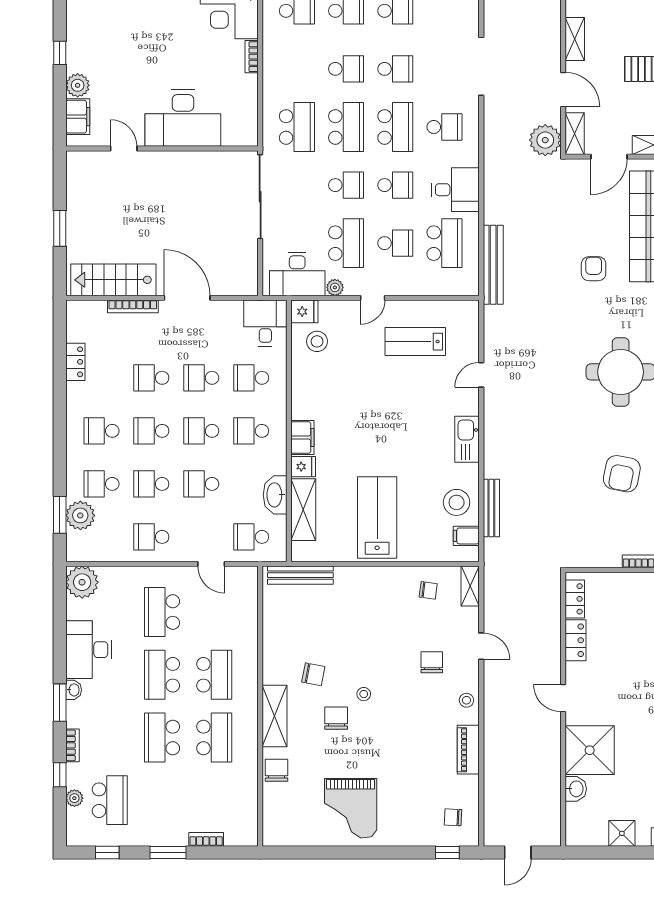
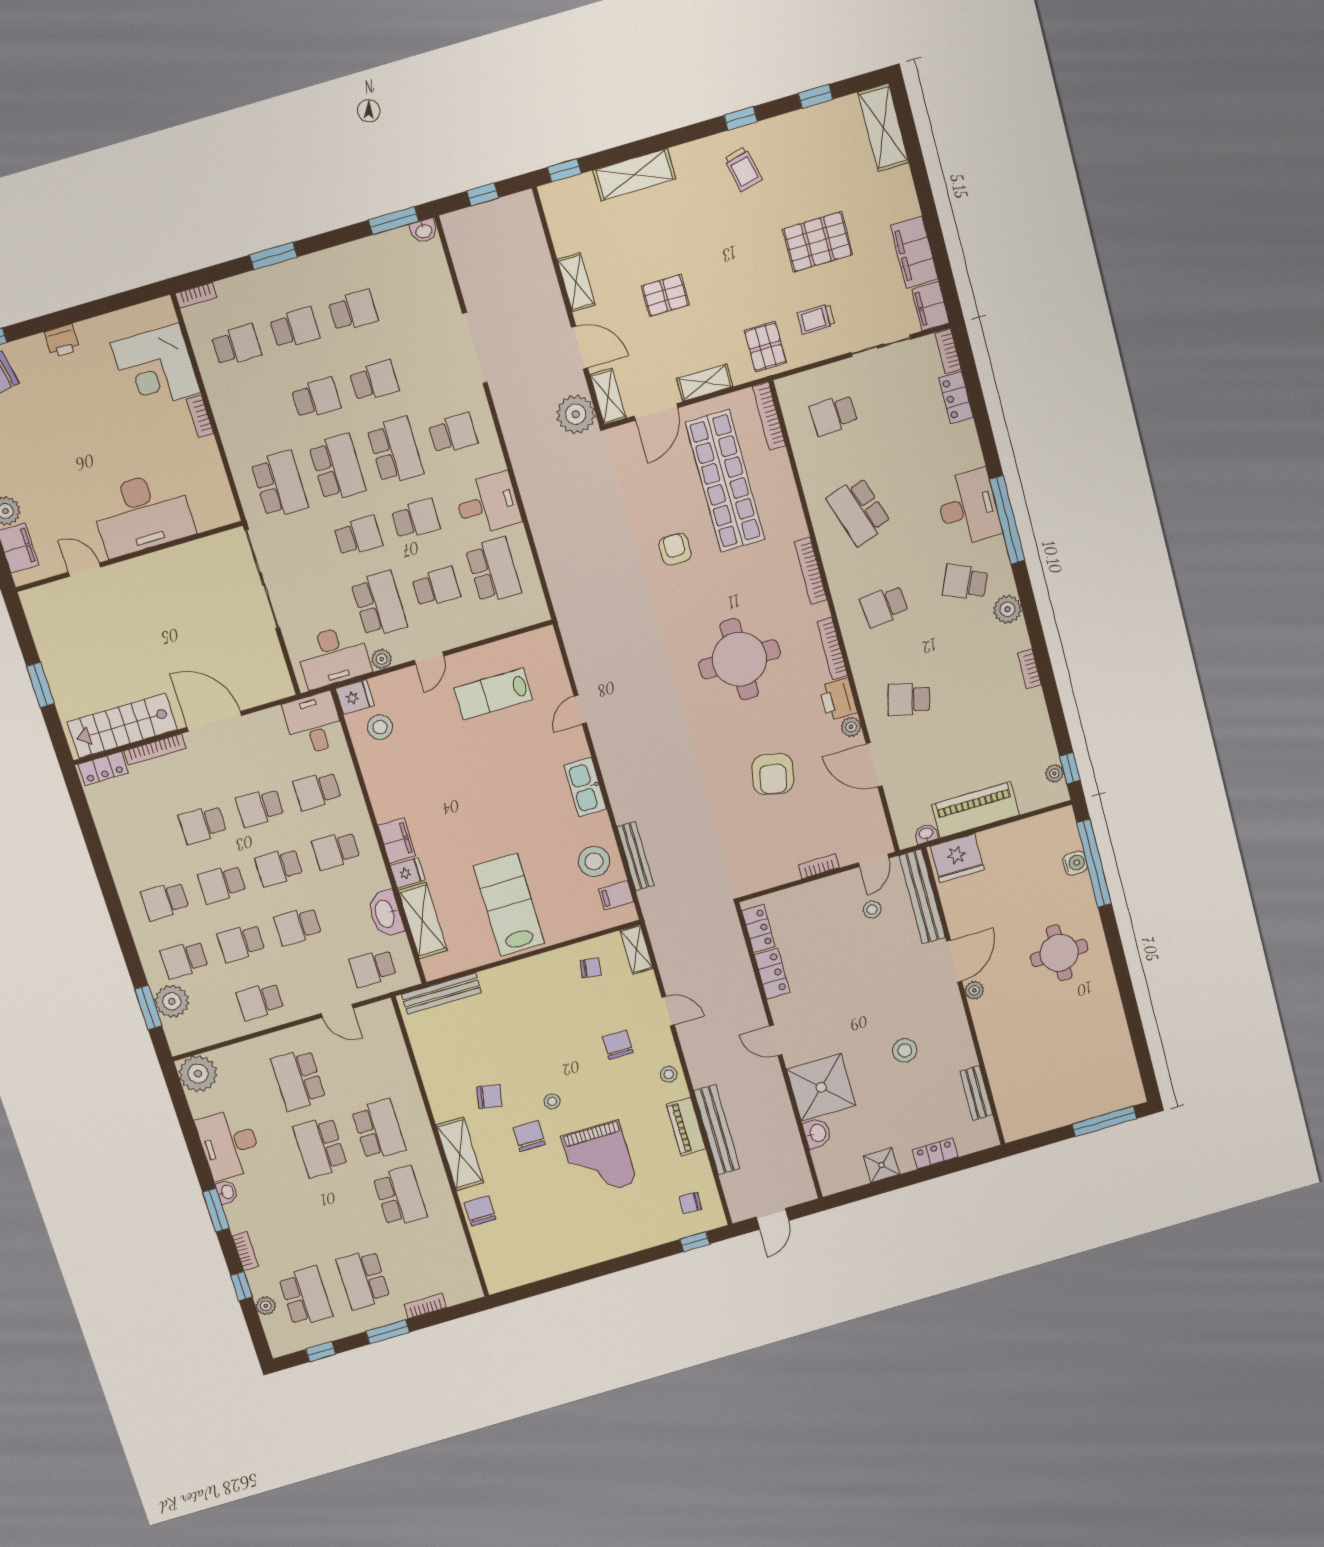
bench: (493, 265) -> (717, 1130), moved
locker: (75, 362) -> (103, 768), moved, turned 90
school desk: (162, 737) -> (363, 1279), moved
grand piano: (351, 808) -> (599, 1159), moved

